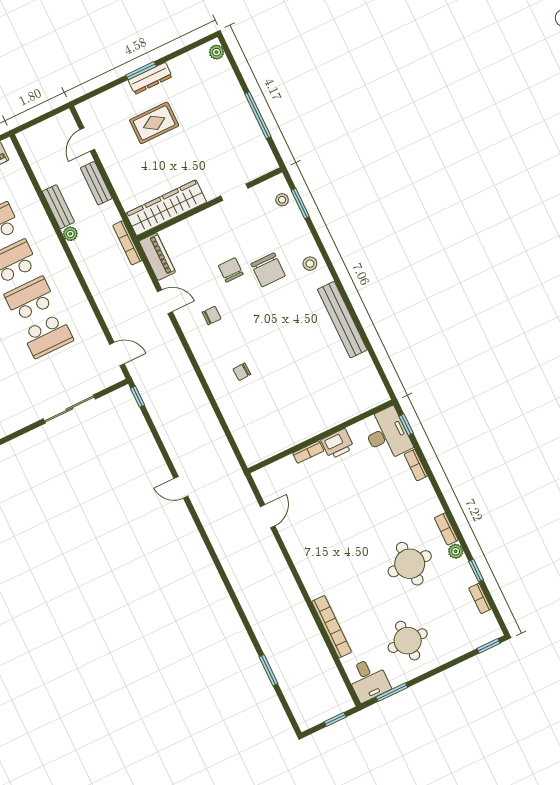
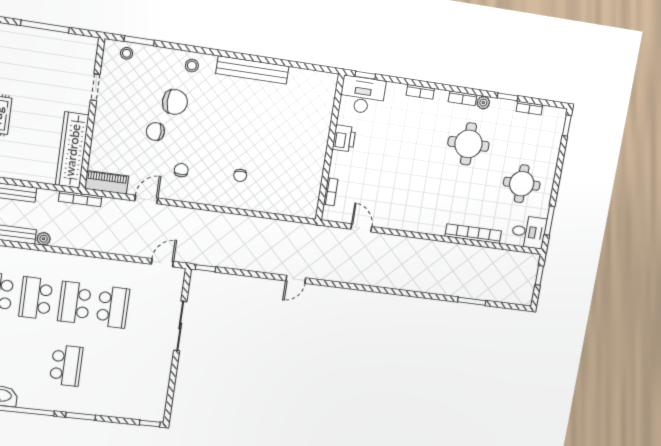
bookcase: (308, 452) -> (331, 192), moved
bookcase: (416, 465) -> (420, 92), moved

